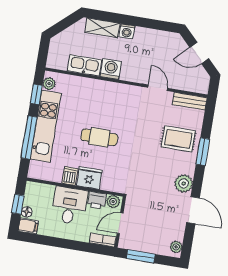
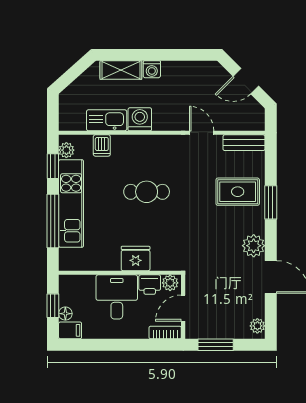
cafe table: (99, 137) -> (147, 192), moved
dishwasher: (70, 176) -> (102, 145), moved, turned 180

